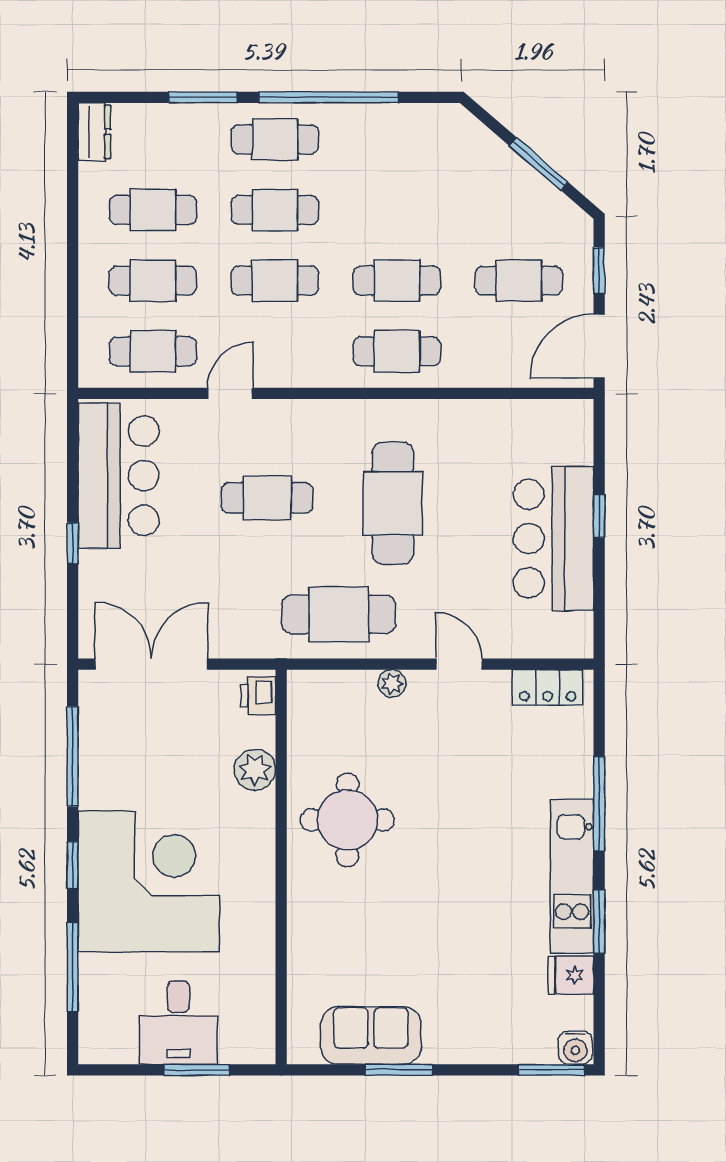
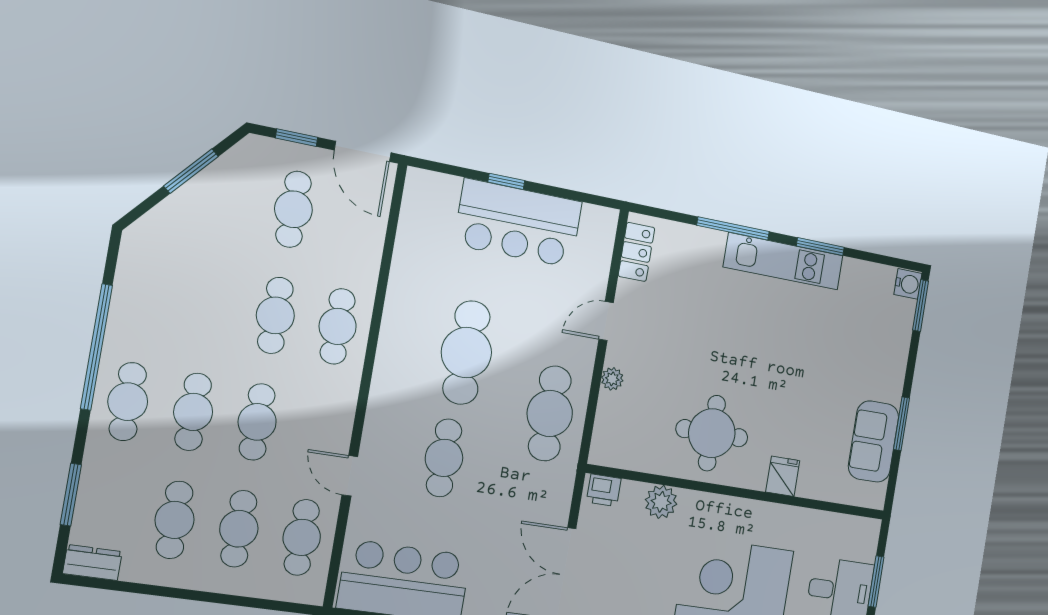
window: (203, 97) -> (71, 495), moved
cafe table: (393, 503) -> (466, 353), turned 90
fridge: (571, 975) -> (783, 476), moved, turned 180

